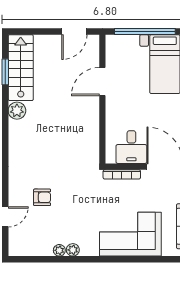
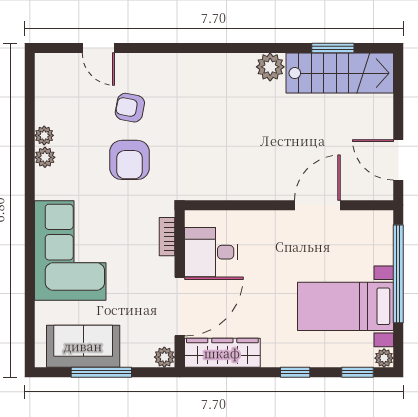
door: (102, 82) -> (317, 205), hinge flipped
bookcase: (122, 174) -> (167, 237), width x0.64
armchair: (42, 197) -> (130, 108), turned 101
armchair: (74, 198) -> (130, 160), added

